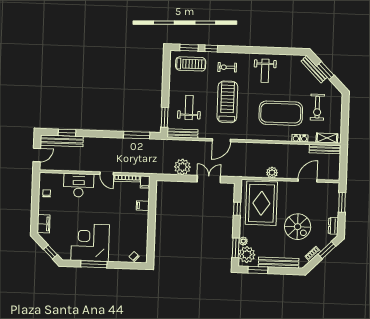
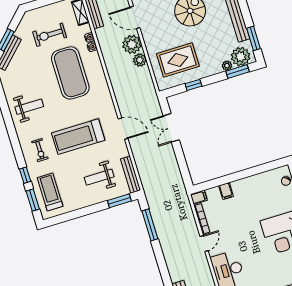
exercise bike: (317, 107) -> (50, 35), turned 180
plant: (182, 167) -> (132, 44), moved
rug: (261, 203) -> (178, 60), width x0.73, depth x0.69

